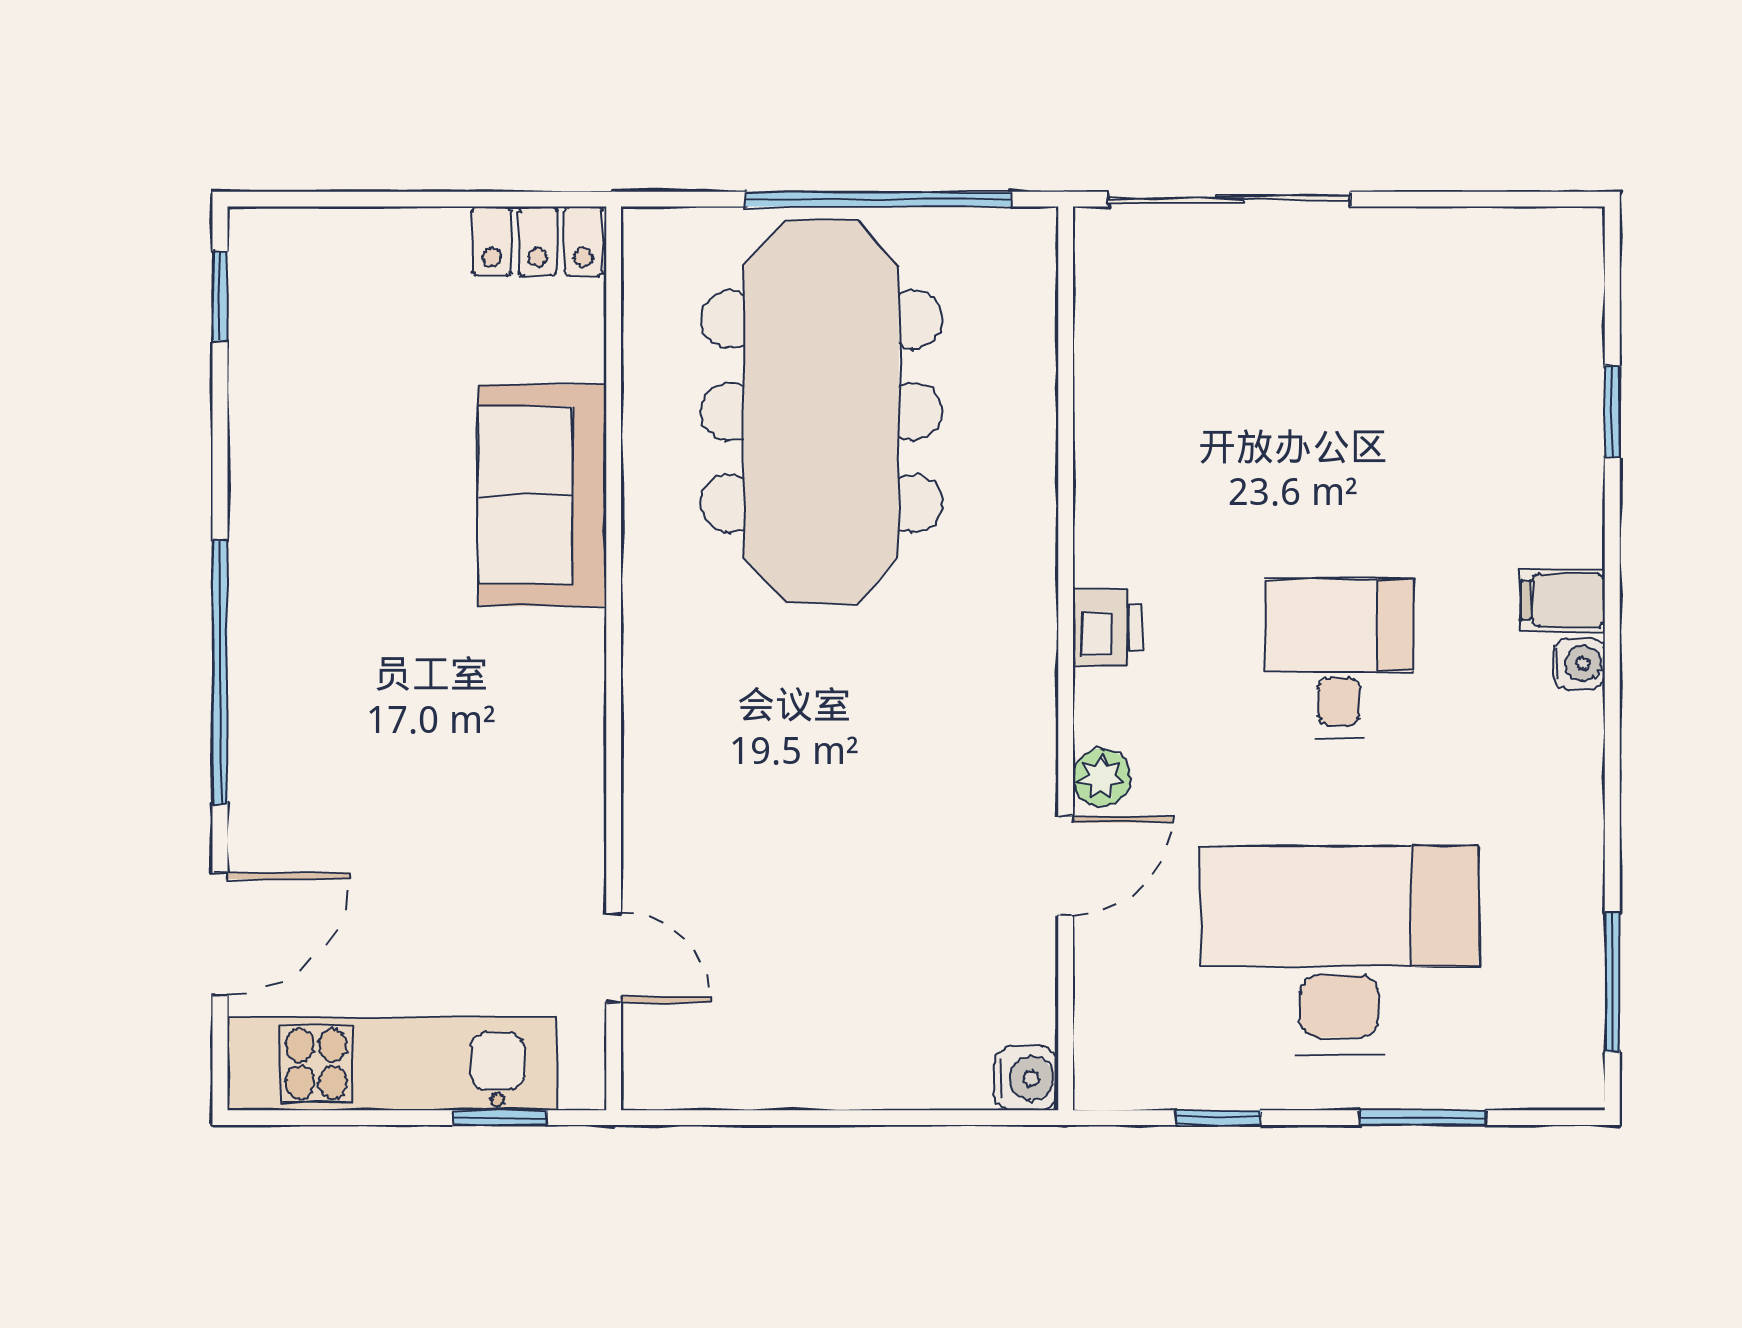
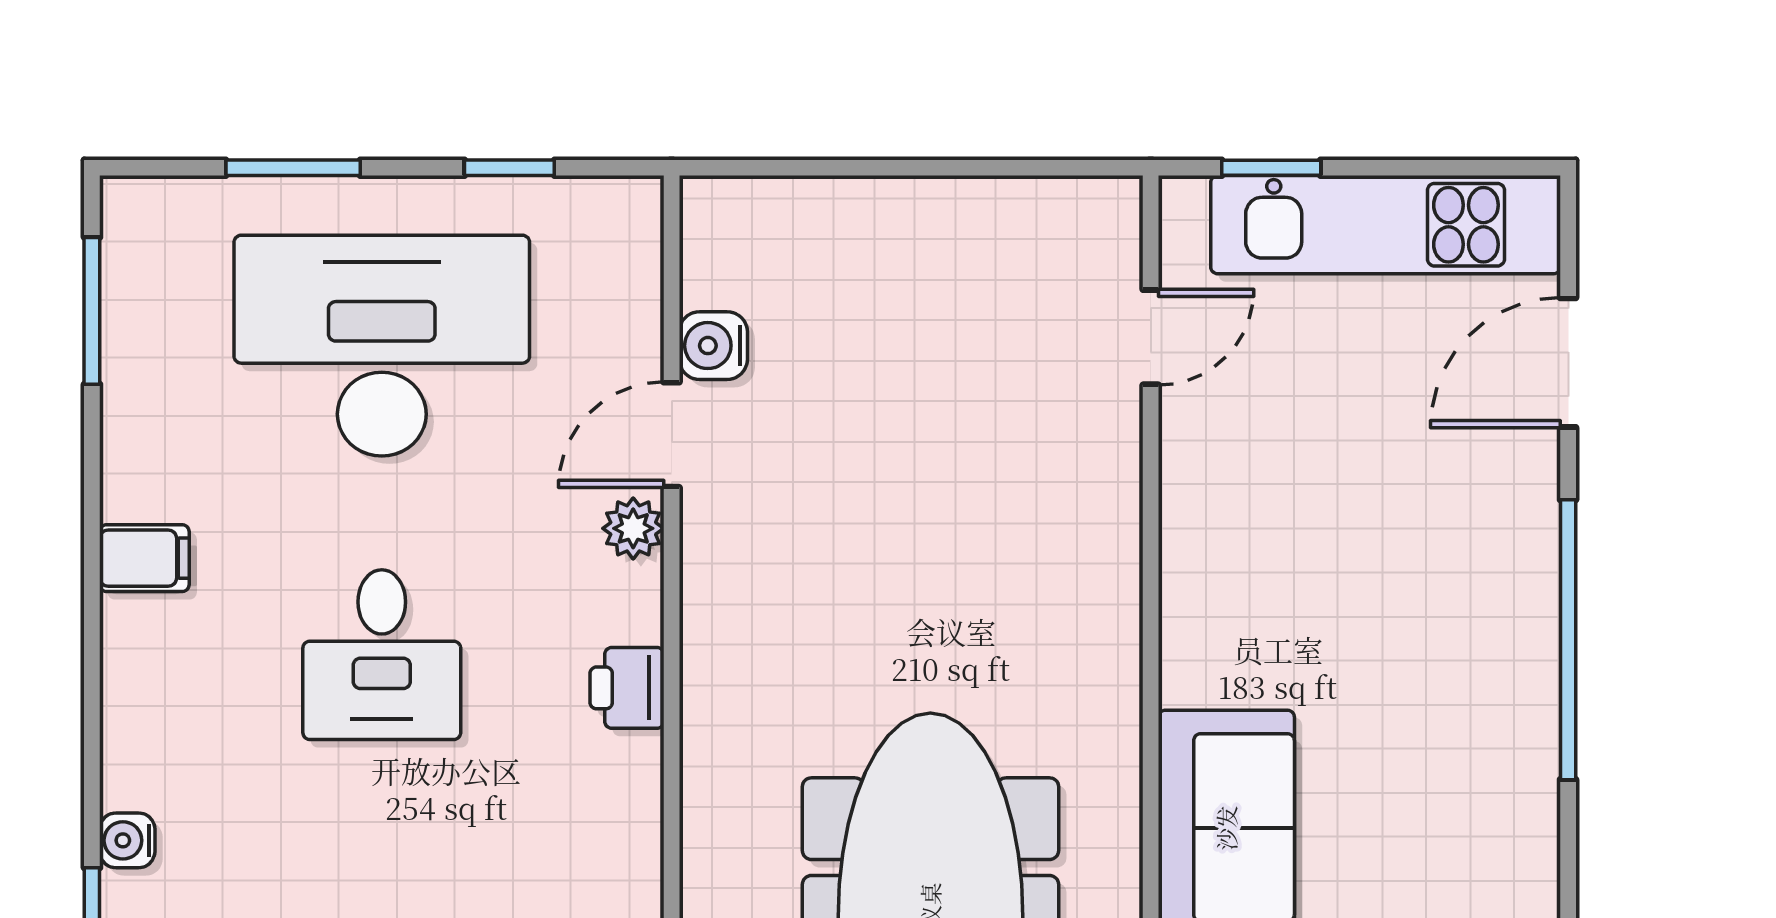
filing cabinet: (1563, 600) -> (144, 558), moved
water cooler: (1579, 663) -> (127, 840), moved
desk: (1339, 950) -> (382, 346), turned 180
door: (614, 958) -> (1151, 337), swing flipped
water cooler: (1026, 1078) -> (713, 346), moved

